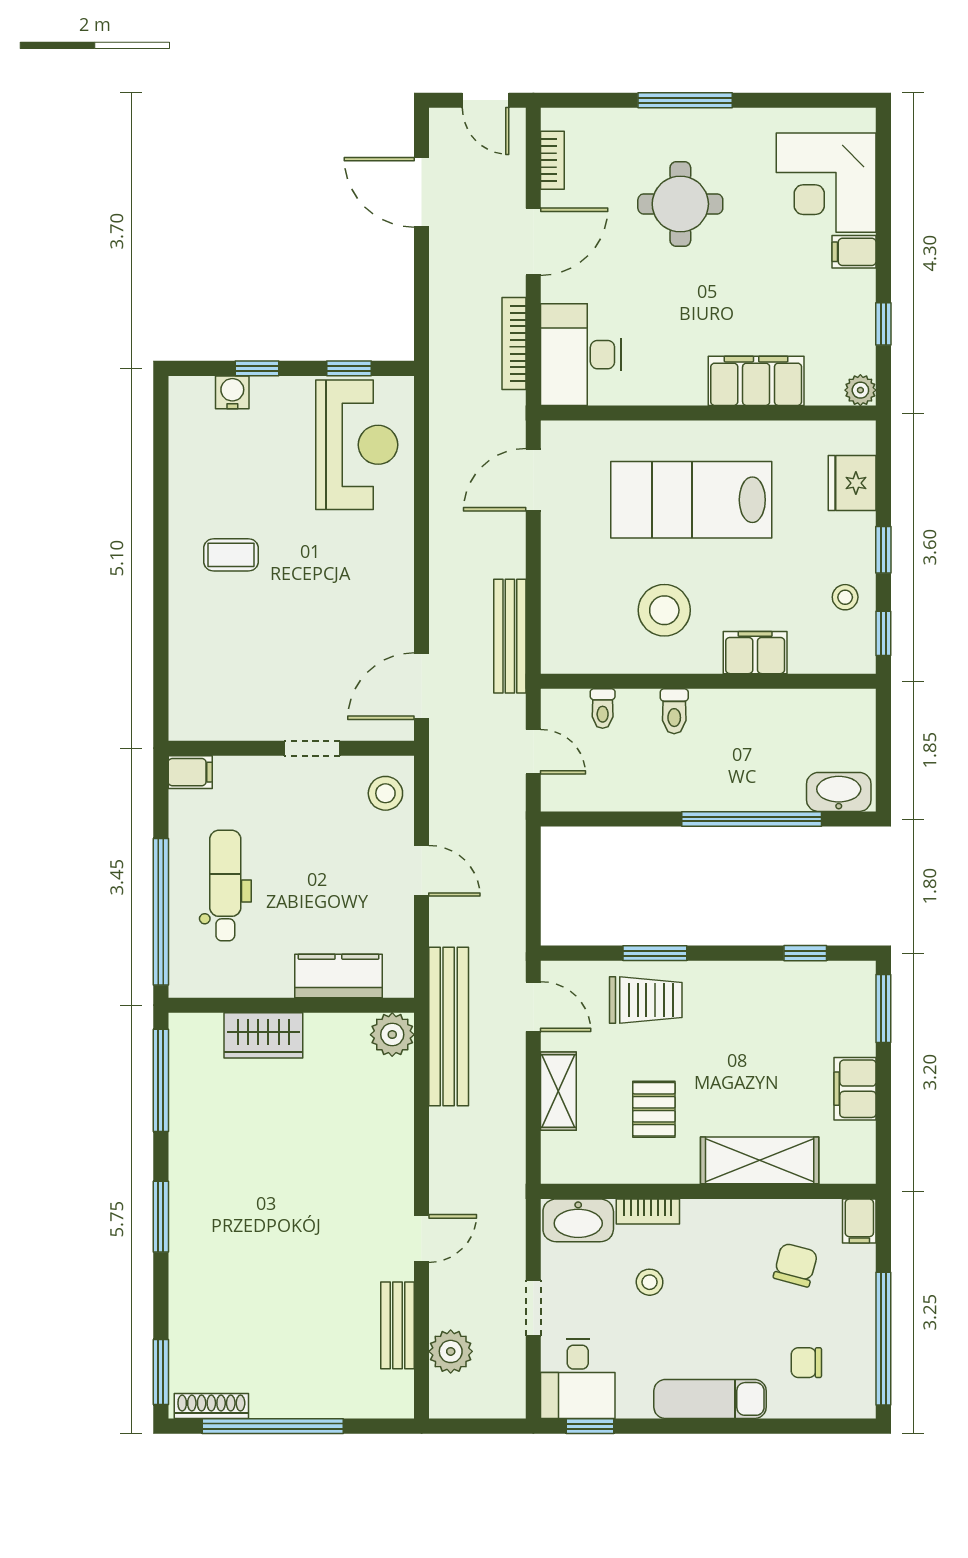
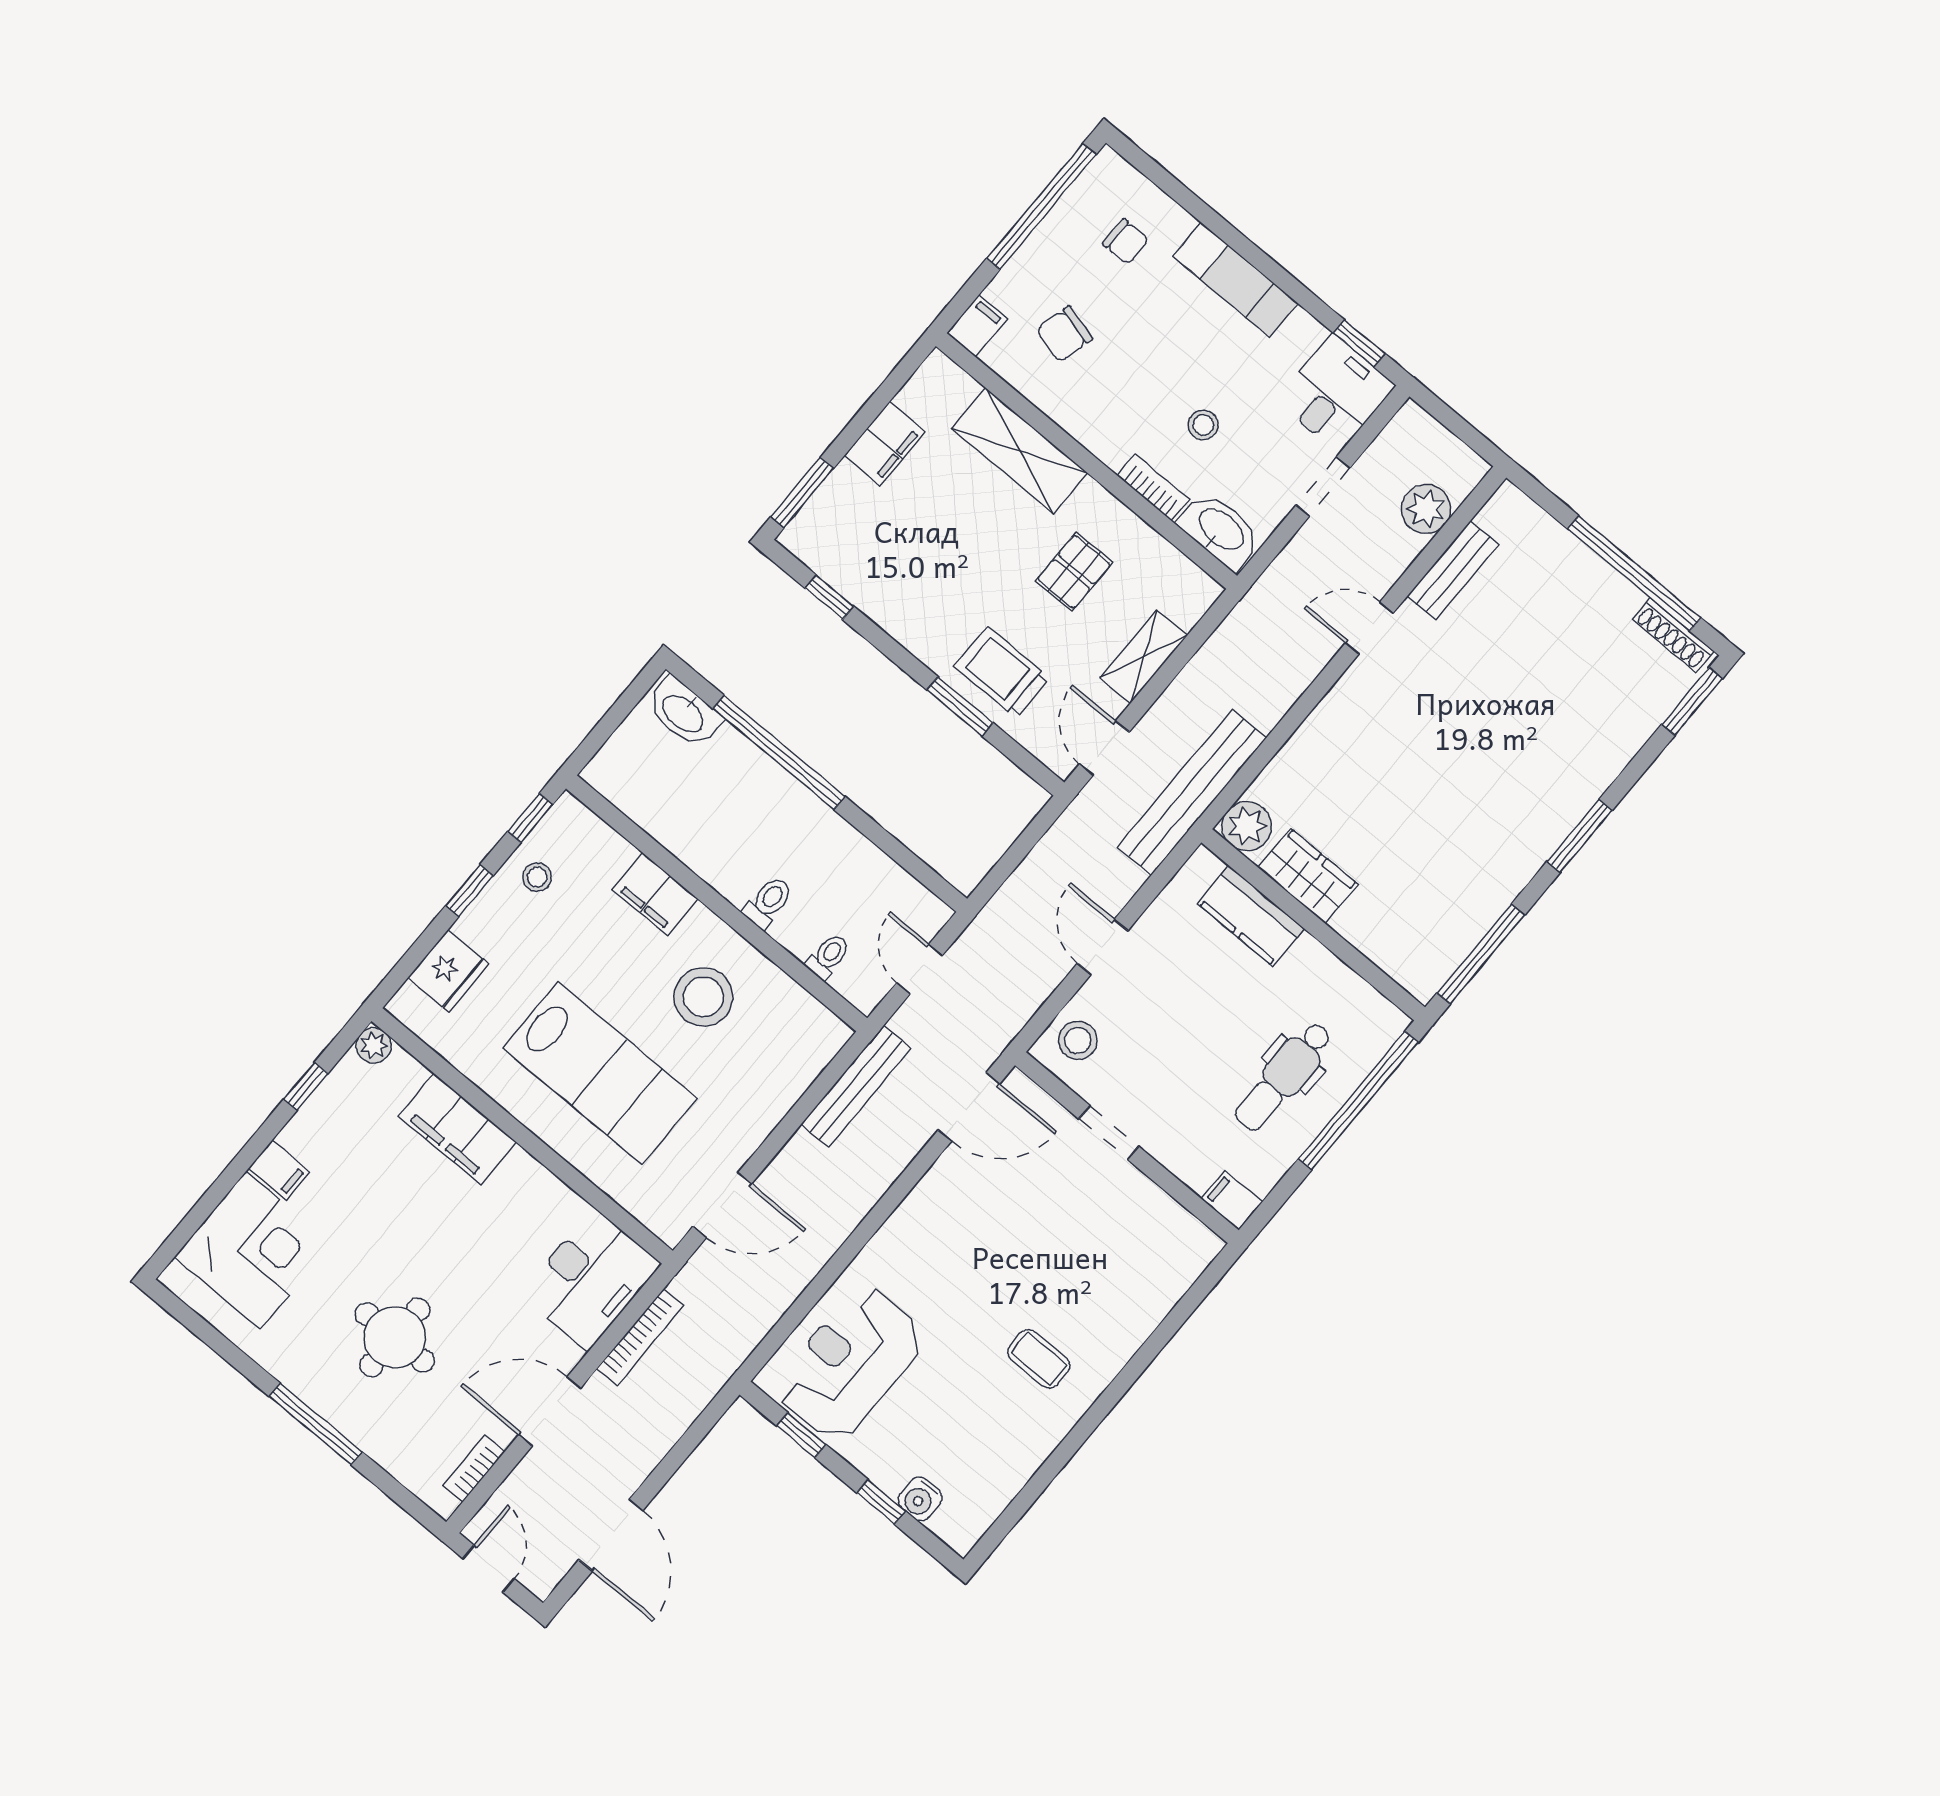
wardrobe: (263, 1035) -> (1308, 876), moved

